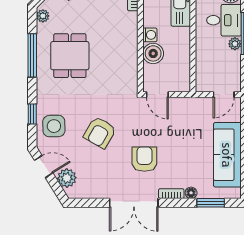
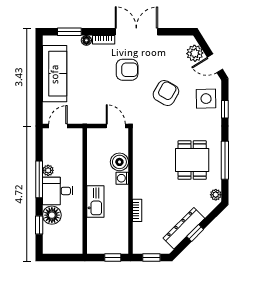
armchair: (144, 159) -> (127, 70), turned -90

